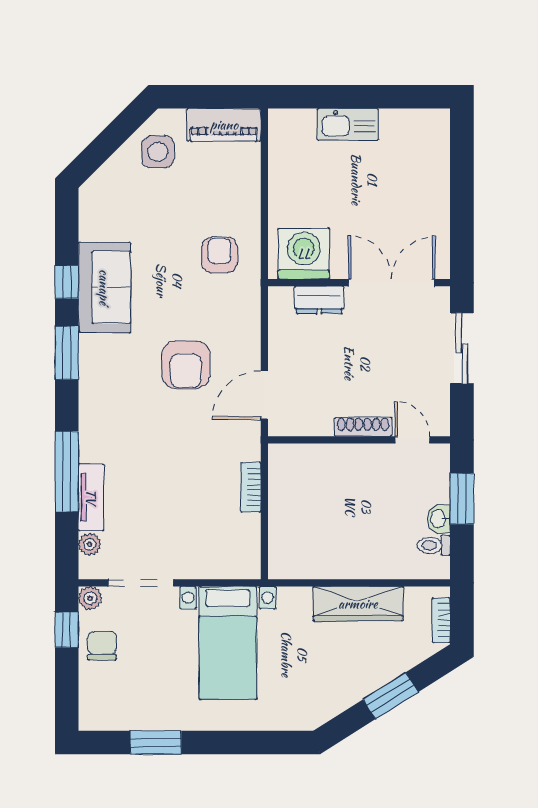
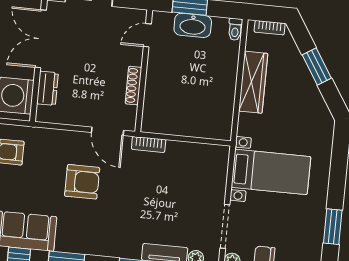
shoe rack: (363, 427) -> (133, 86), moved
bookcase: (251, 487) -> (149, 144), moved
washbasin: (439, 519) -> (193, 25), width x1.91, depth x1.45
toilet: (434, 545) -> (235, 29), moved

